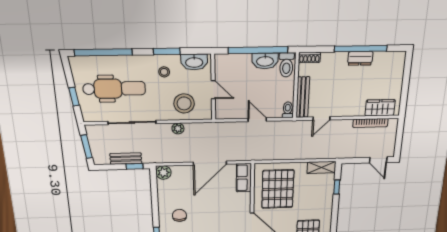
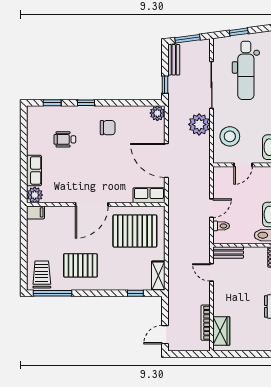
stool: (164, 72) -> (261, 118), removed
bench: (303, 97) -> (228, 252), width x0.73
toilet: (288, 110) -> (221, 226), moved
plant: (178, 128) -> (199, 124), width x1.87, depth x1.87
bench: (126, 159) -> (174, 60), moved

